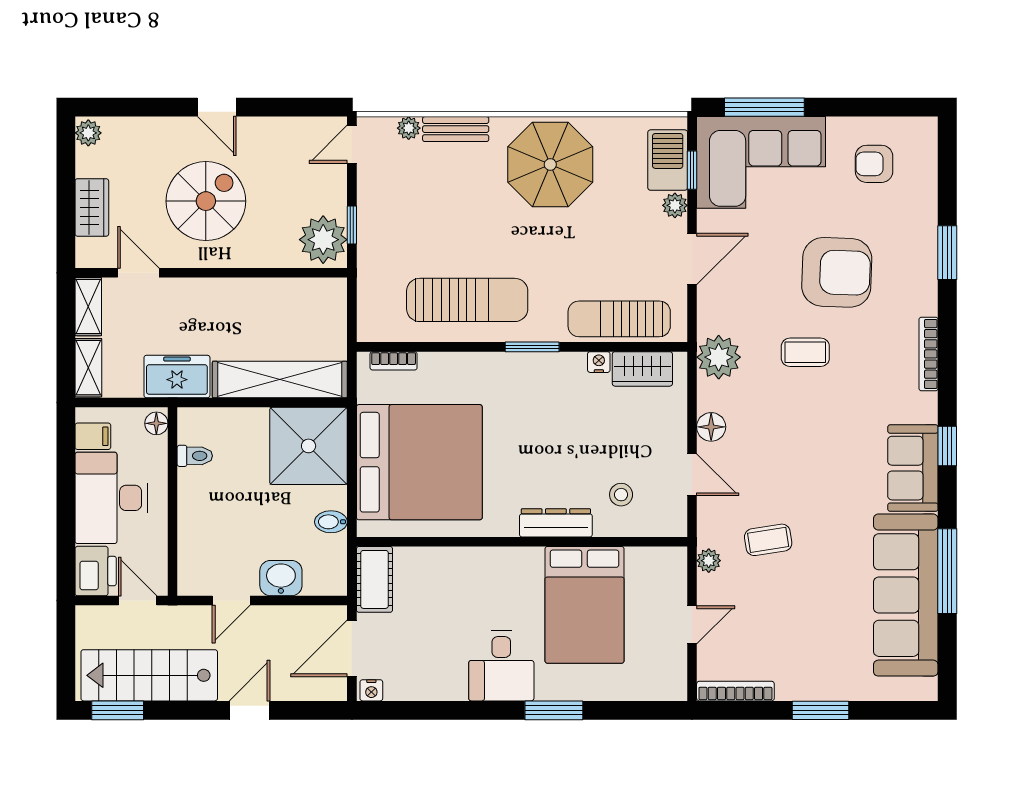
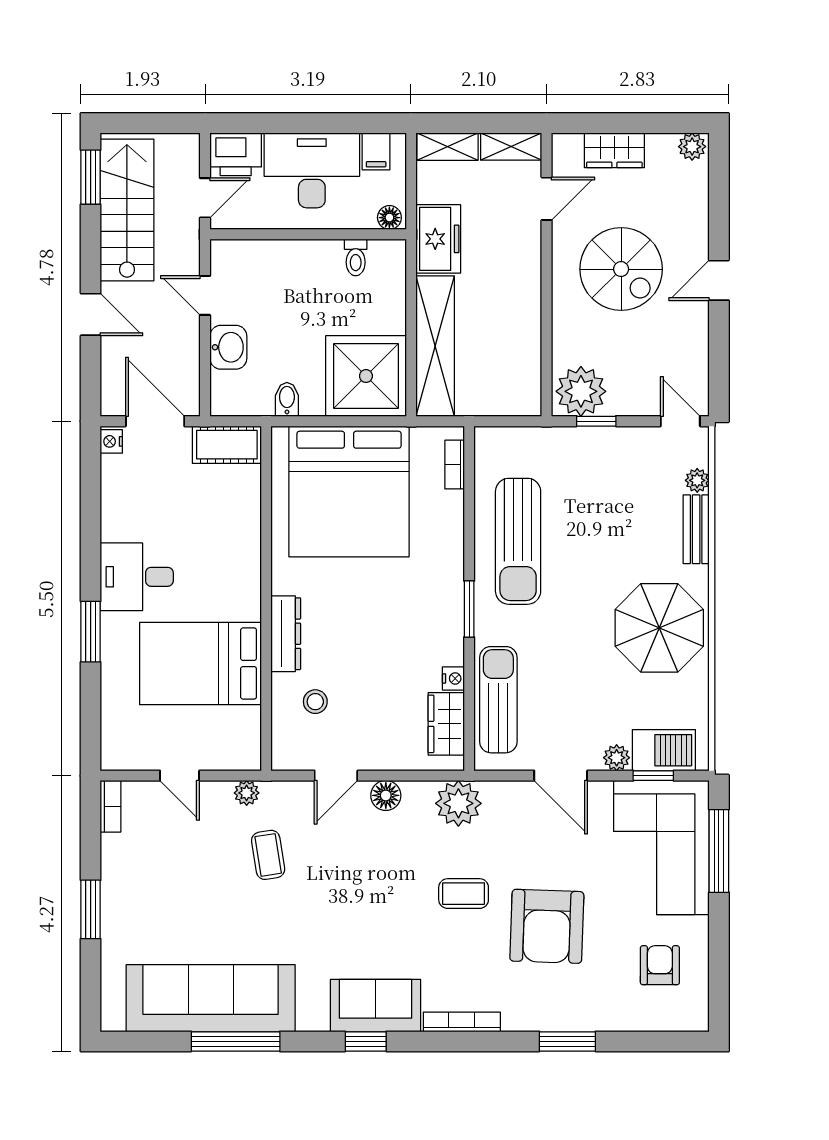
coffee table: (805, 352) -> (464, 894), turned 90
sofa: (913, 468) -> (376, 1006), moved
bookcase: (735, 691) -> (111, 806), width x0.64

